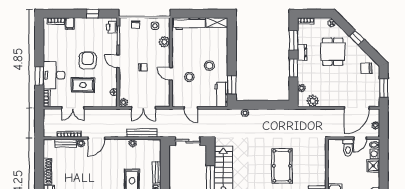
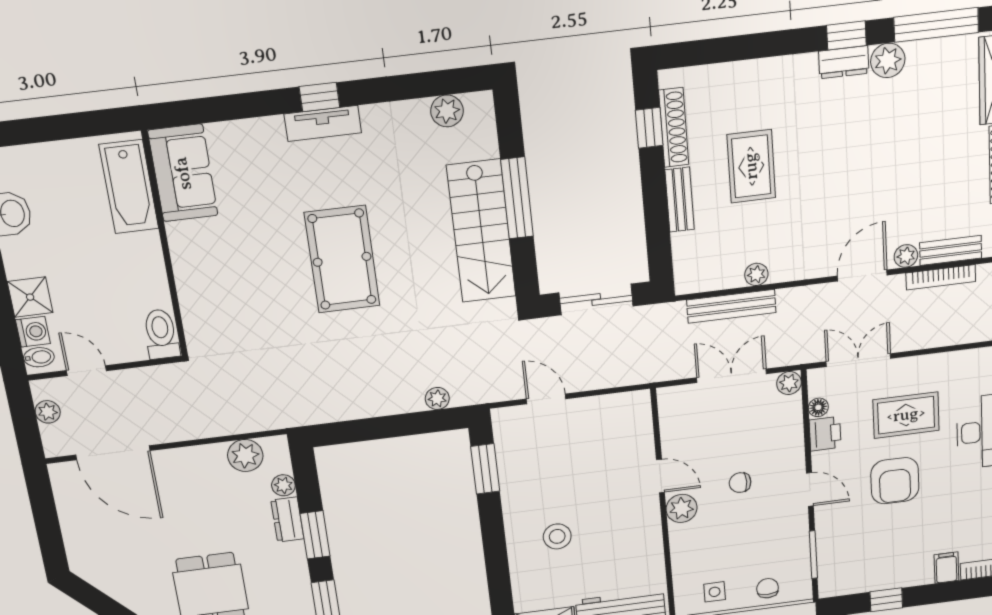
printer: (112, 27) -> (825, 434), moved
plant: (164, 42) -> (682, 508), moved
dresser: (302, 52) -> (287, 519), moved
stool: (209, 66) -> (557, 536), moved
chair: (366, 68) -> (106, 561), removed
stool: (189, 77) -> (608, 474), removed
window: (384, 88) -> (45, 515), removed
workbench: (221, 95) -> (512, 439), removed
double door: (73, 108) -> (858, 360), moved
door: (191, 108) -> (546, 399), moved
door: (357, 108) -> (113, 453), swing flipped
door: (360, 138) -> (86, 371), hinge flipped
toilet: (348, 148) -> (161, 334), moved
pool table: (282, 166) -> (342, 259), moved

